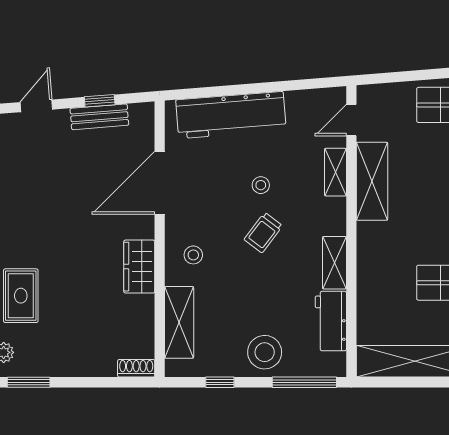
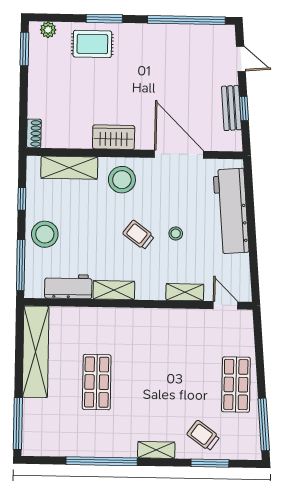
shelving: (372, 181) -> (177, 321), removed
stool: (193, 255) -> (122, 180), width x1.89, depth x1.89

